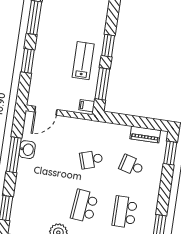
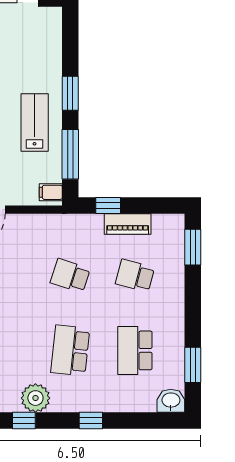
window: (121, 119) -> (108, 206), added
piano: (145, 134) -> (128, 224), moved
school desk: (91, 159) -> (70, 276), turned 36

